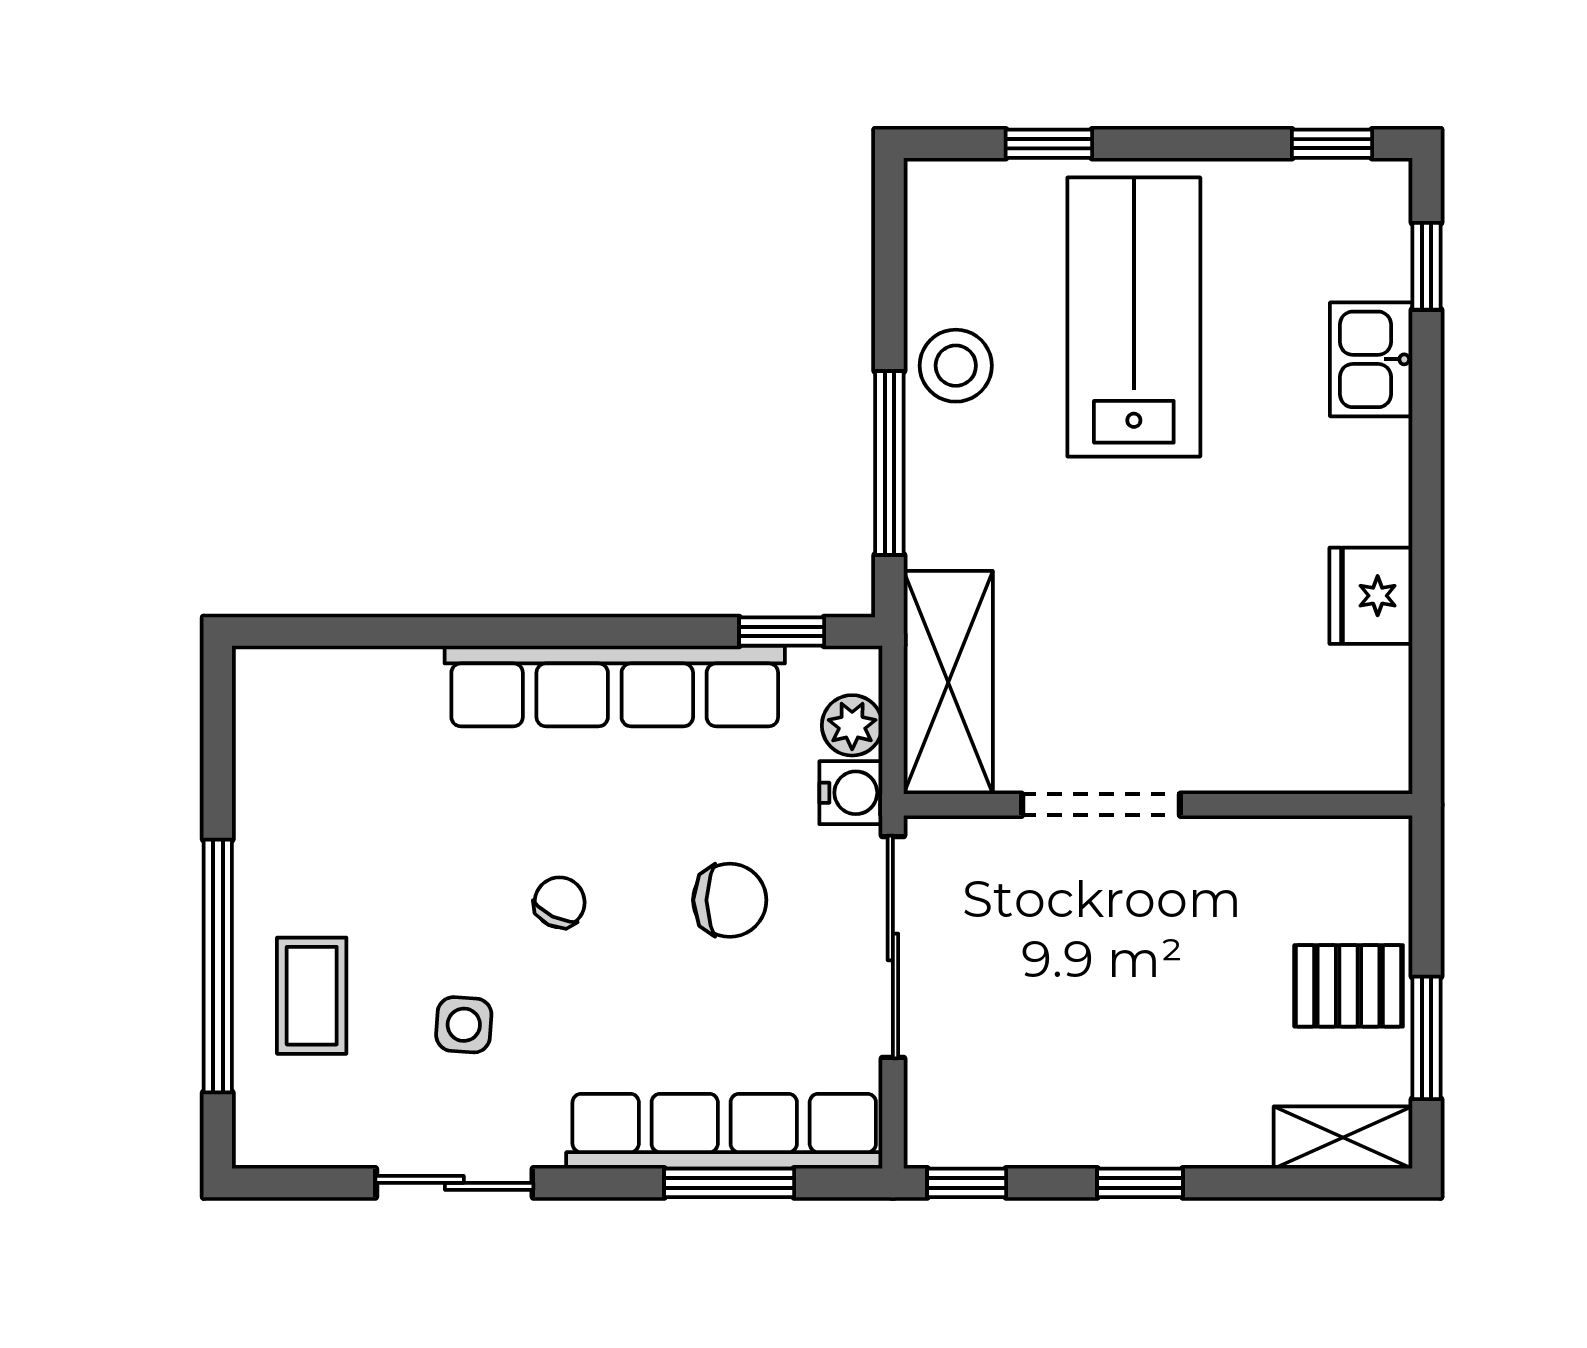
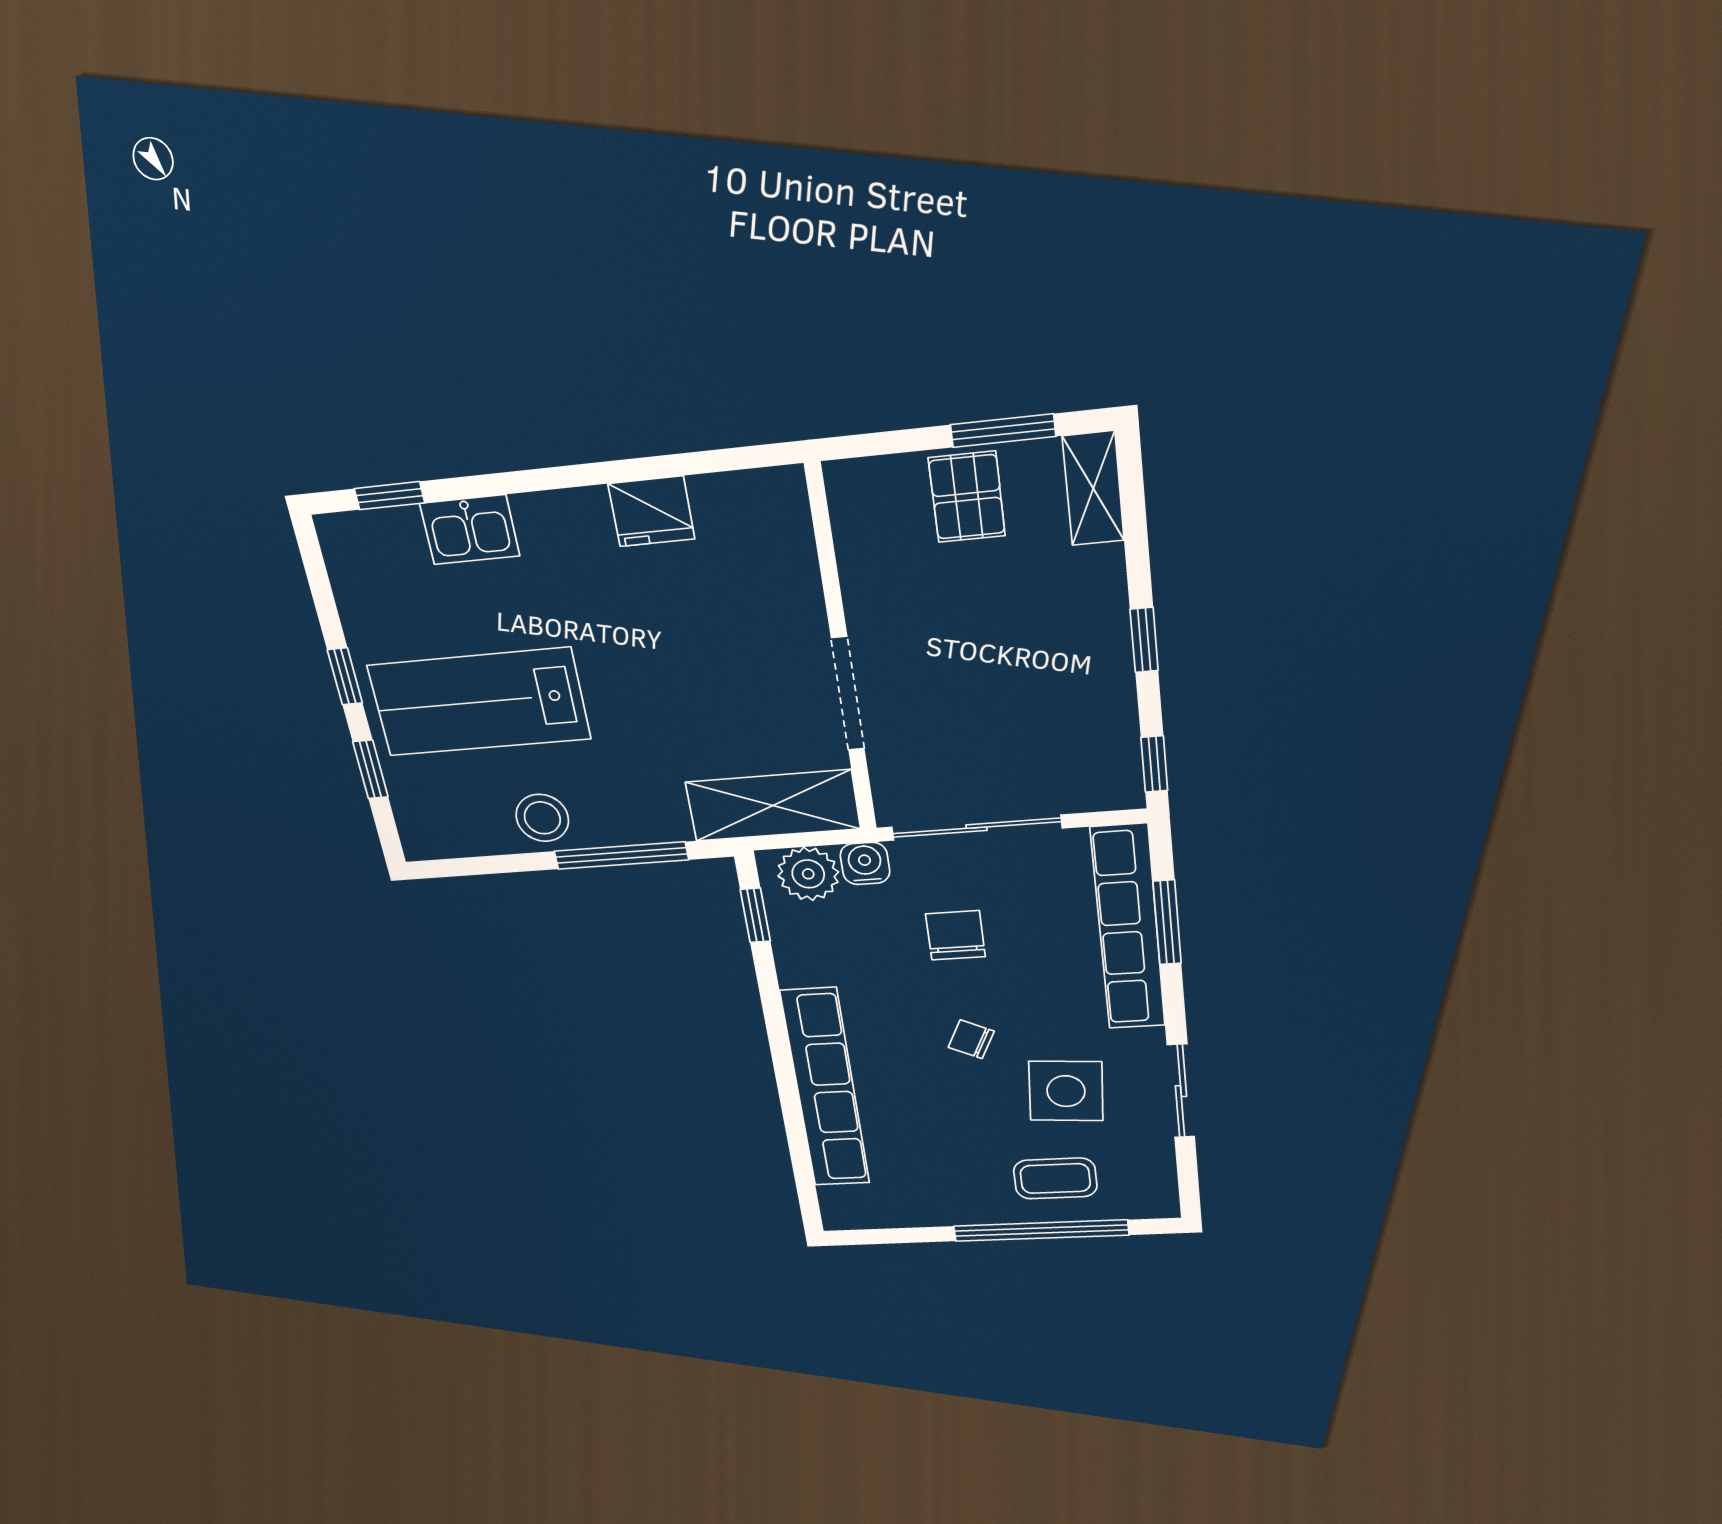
window: (1332, 144) -> (345, 676), moved
row of seats: (615, 686) -> (825, 1089), moved
plant: (852, 725) -> (808, 874), width x1.38, depth x1.38
side table: (464, 1025) -> (1066, 1091), width x1.87, depth x1.87

